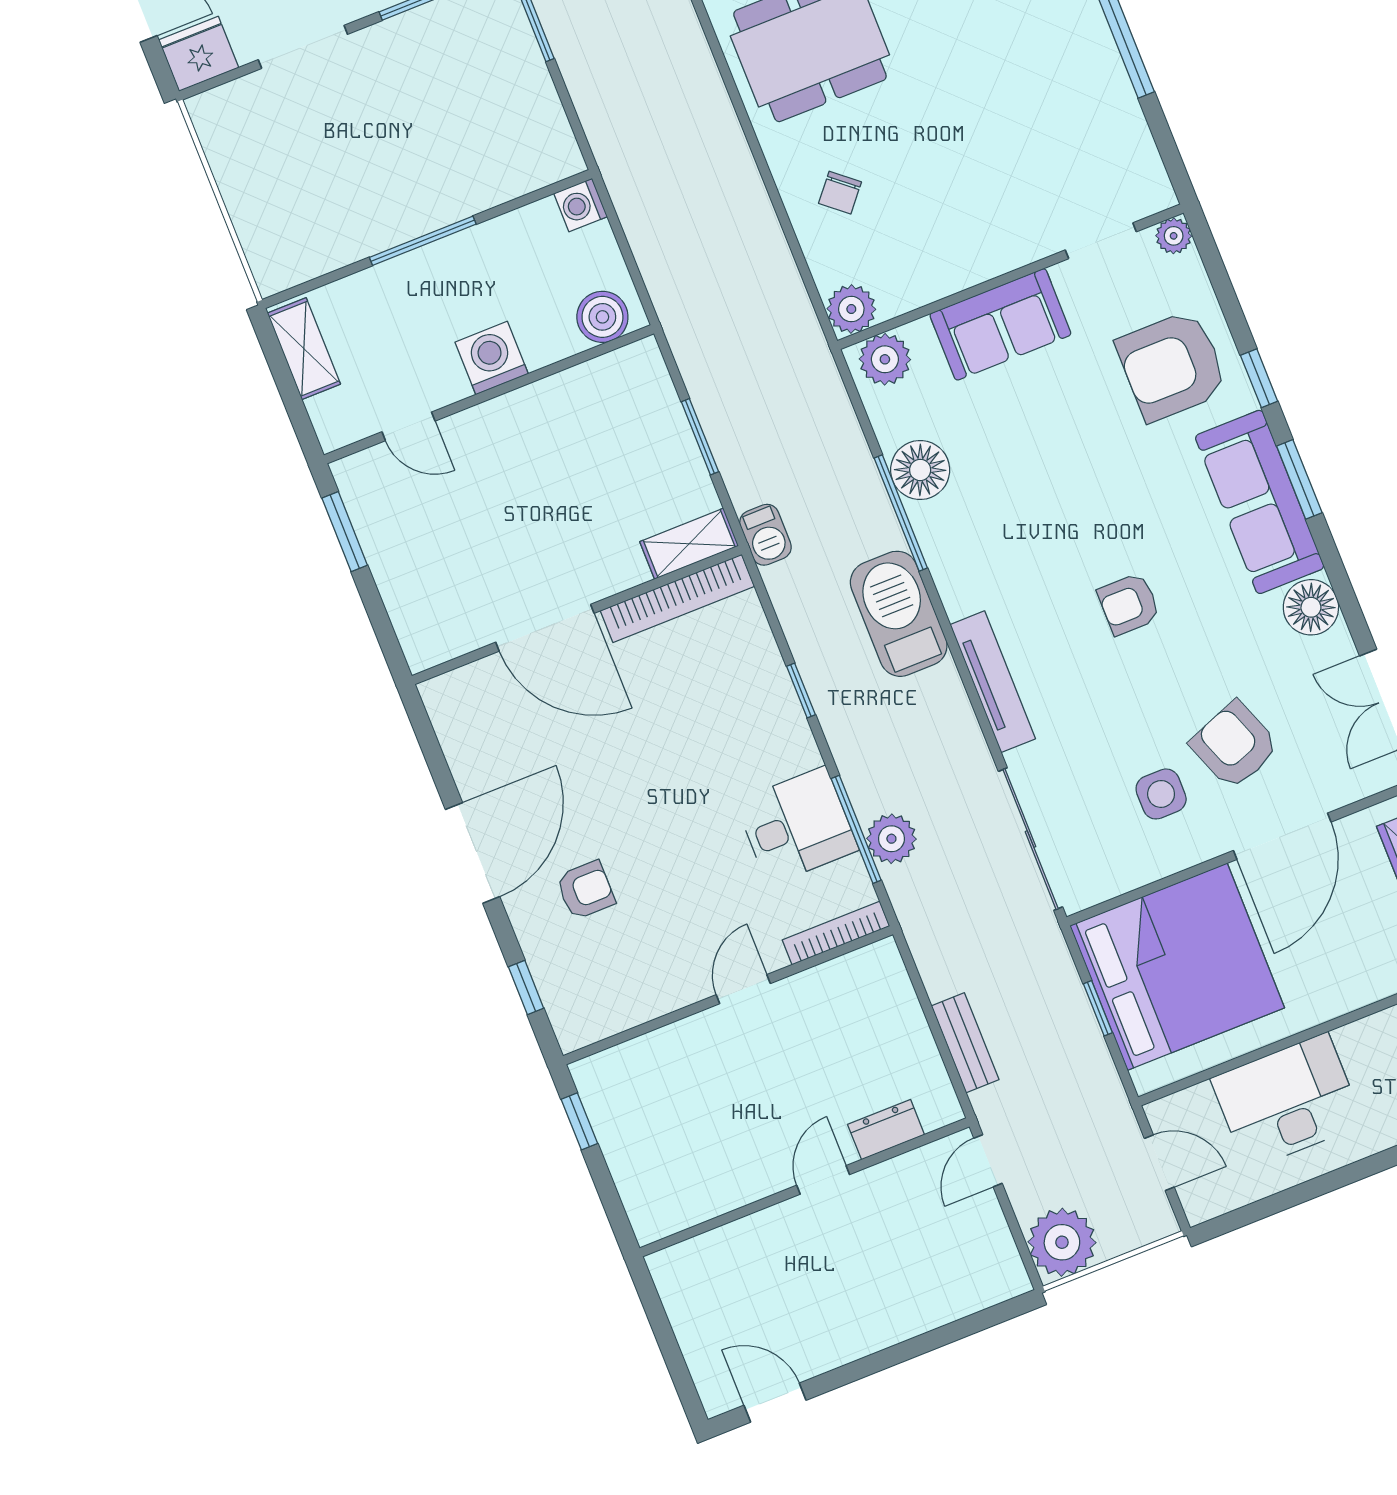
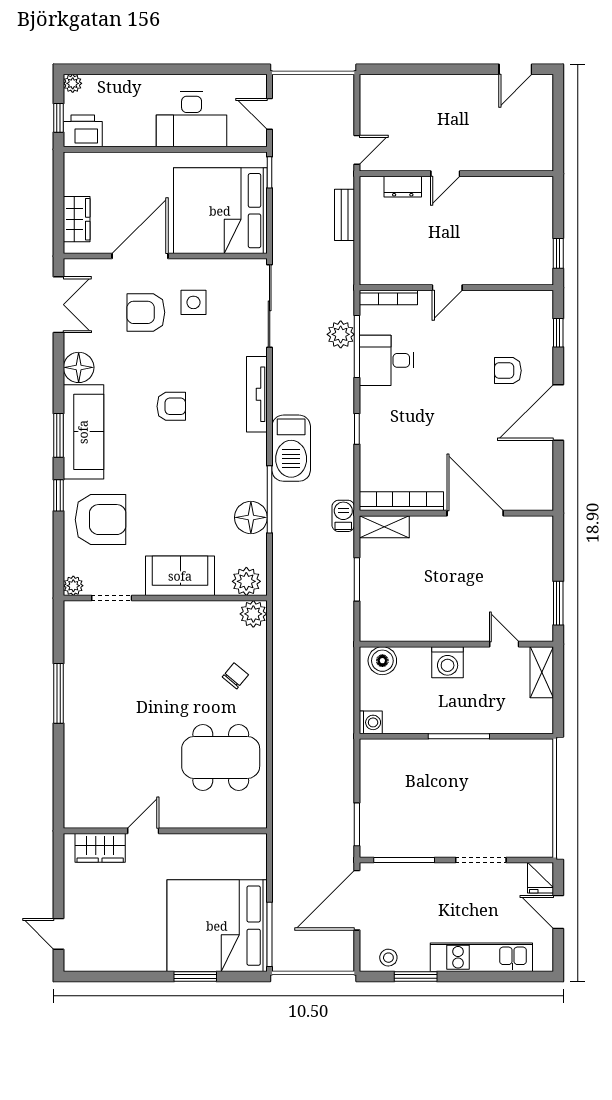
fridge: (199, 54) -> (541, 878), width x0.72
shelving: (304, 349) -> (542, 672), moved
armchair: (1235, 745) -> (146, 312), turned 111
window: (1098, 1008) -> (270, 172), moved
plant: (1062, 1242) -> (336, 93), removed
door: (775, 1403) -> (515, 69), hinge flipped

